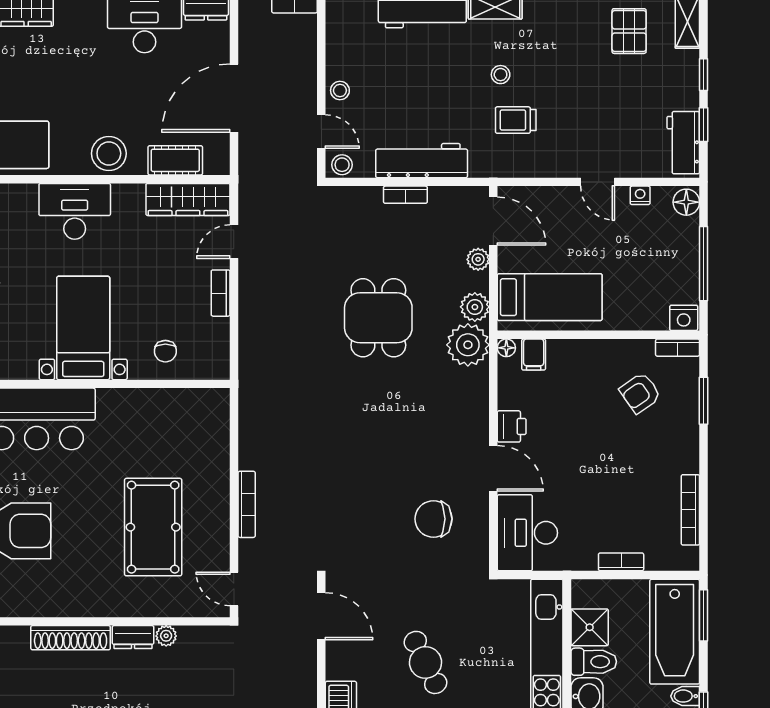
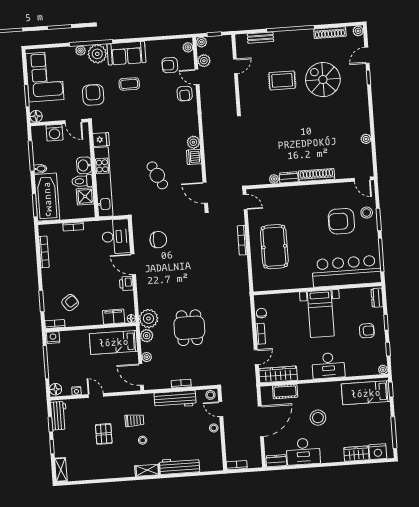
pallet: (629, 31) -> (104, 434), moved
stool: (109, 153) -> (318, 418), moved
chair: (165, 351) -> (261, 313), moved
filing cabinet: (534, 355) -> (114, 317), width x2.00
pool table: (153, 527) -> (274, 247), moved

